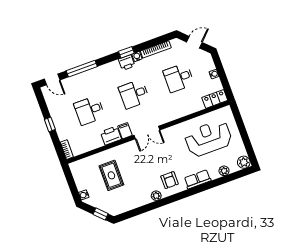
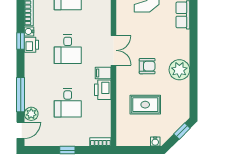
plant: (69, 83) -> (31, 114), added
armchair: (170, 180) -> (147, 66), moved
plant: (156, 196) -> (179, 70), width x1.87, depth x1.87

